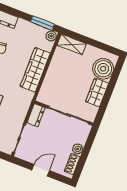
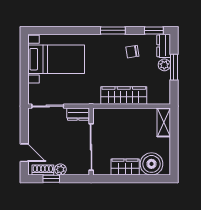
window: (42, 23) -> (174, 67), moved
plant: (51, 36) -> (164, 65), moved
window: (83, 160) -> (51, 179), added
door: (41, 170) -> (24, 153), moved

